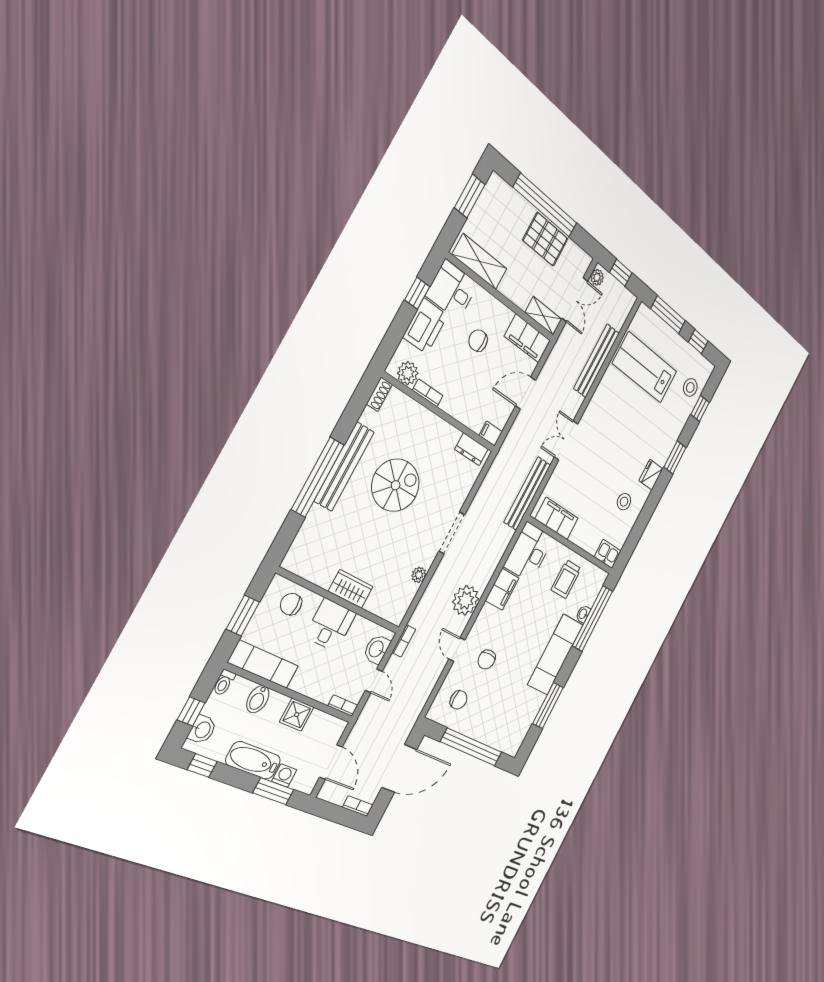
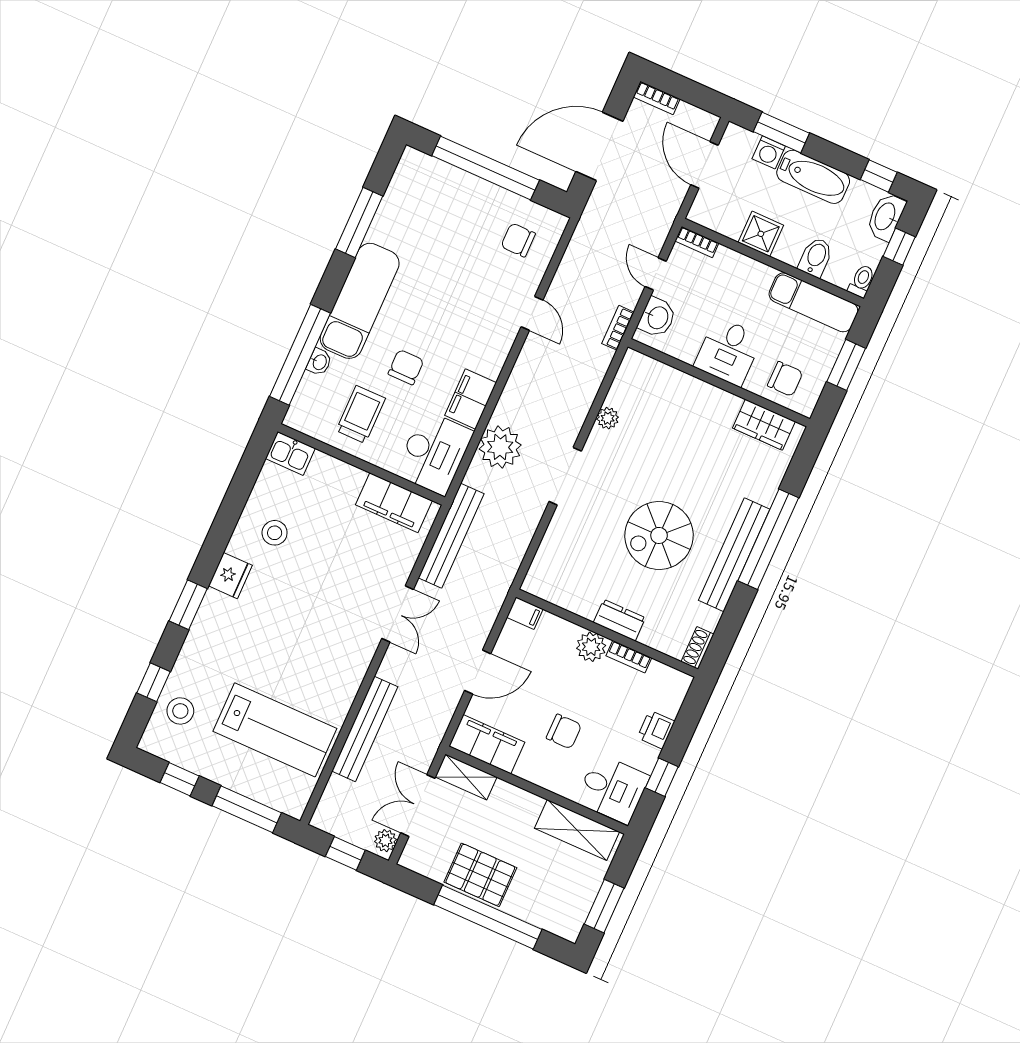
printer: (425, 326) -> (656, 730), width x0.53, depth x0.68
plant: (408, 373) -> (591, 647), moved
dresser: (471, 449) -> (619, 620), moved
wardrobe: (351, 589) -> (764, 425), moved
plant: (466, 600) -> (500, 447), moved
chair: (487, 659) -> (406, 367), moved
washbasin: (202, 730) -> (886, 217), width x1.38

